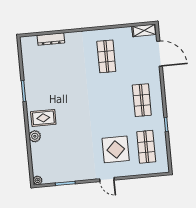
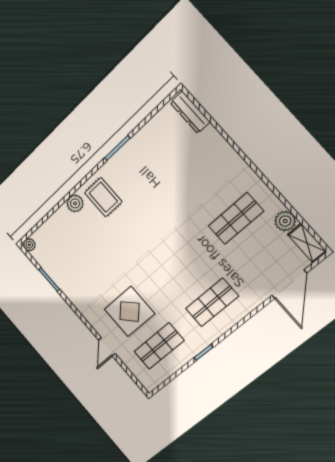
plant: (125, 33) -> (285, 221), added
dresser: (51, 39) -> (190, 112), moved
door: (107, 179) -> (107, 347), moved

